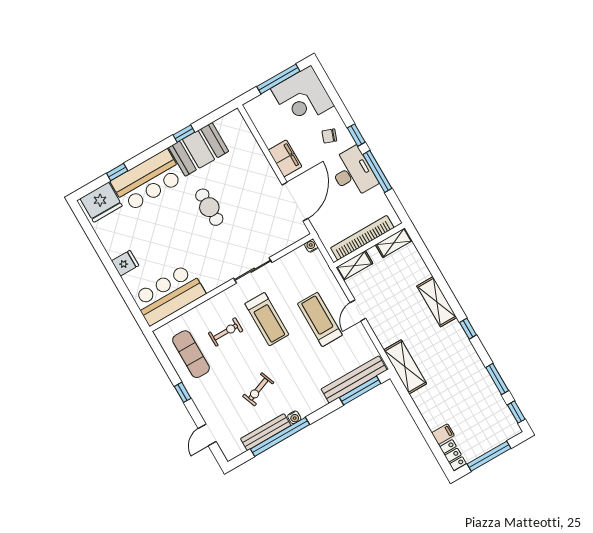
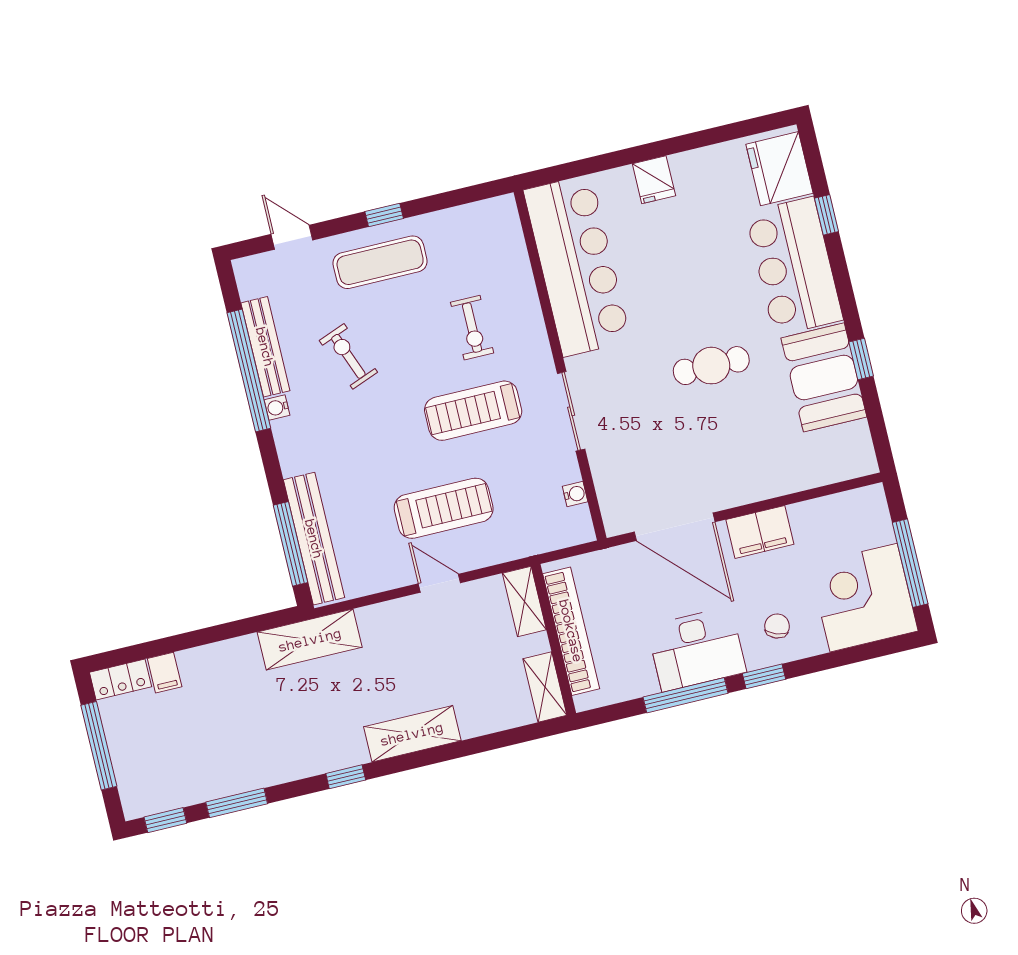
water cooler: (311, 246) -> (575, 494), moved
bar counter: (169, 295) -> (577, 266), width x1.36
exercise mat: (191, 354) -> (380, 262), moved

